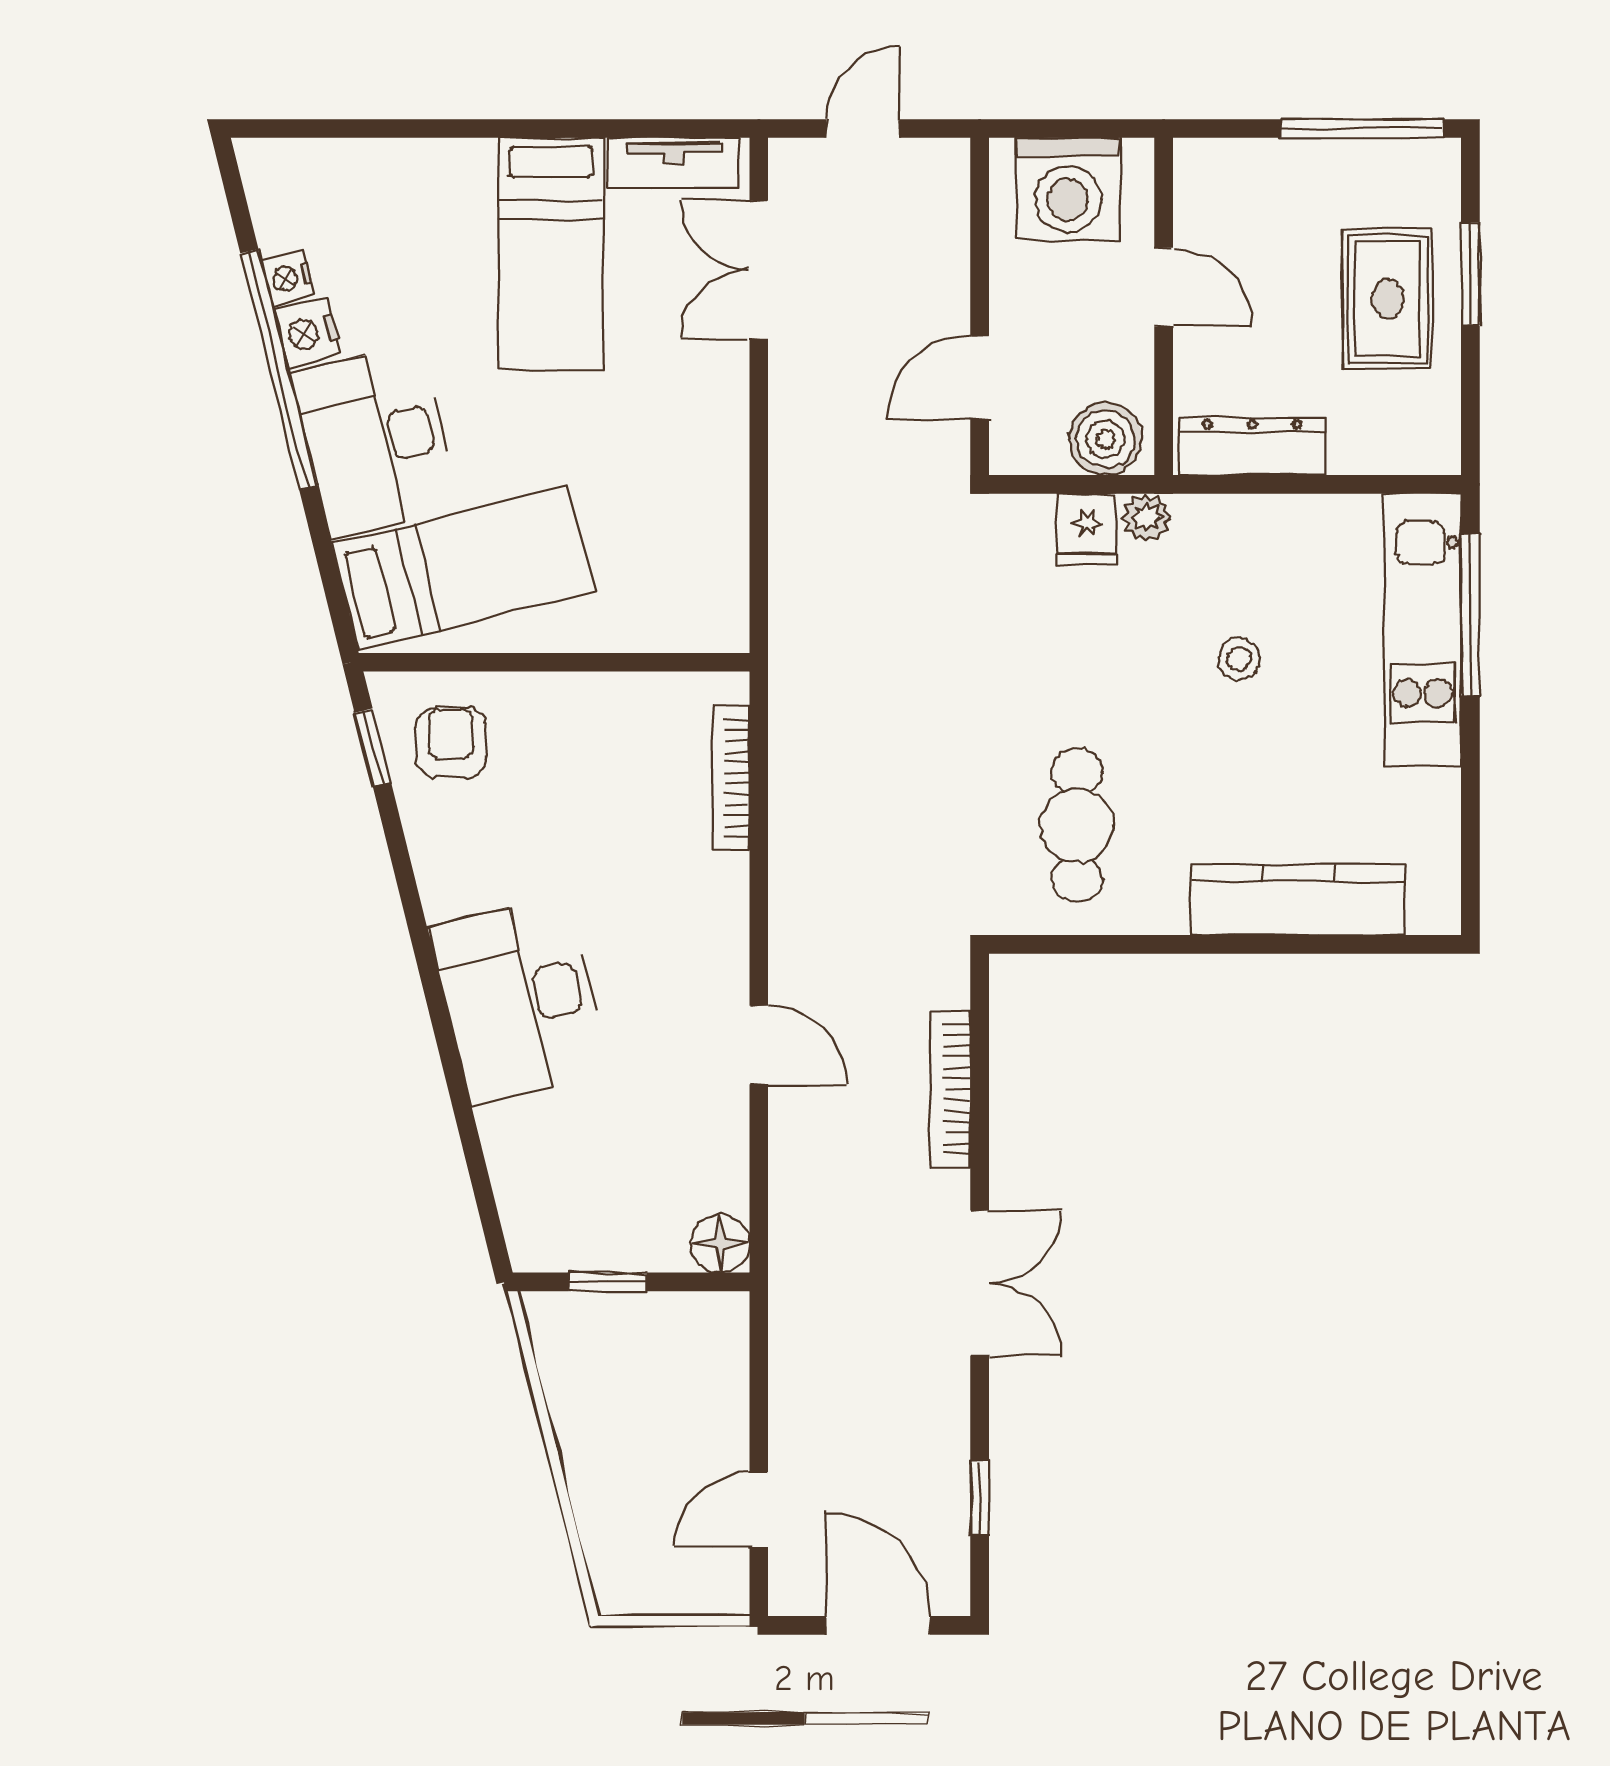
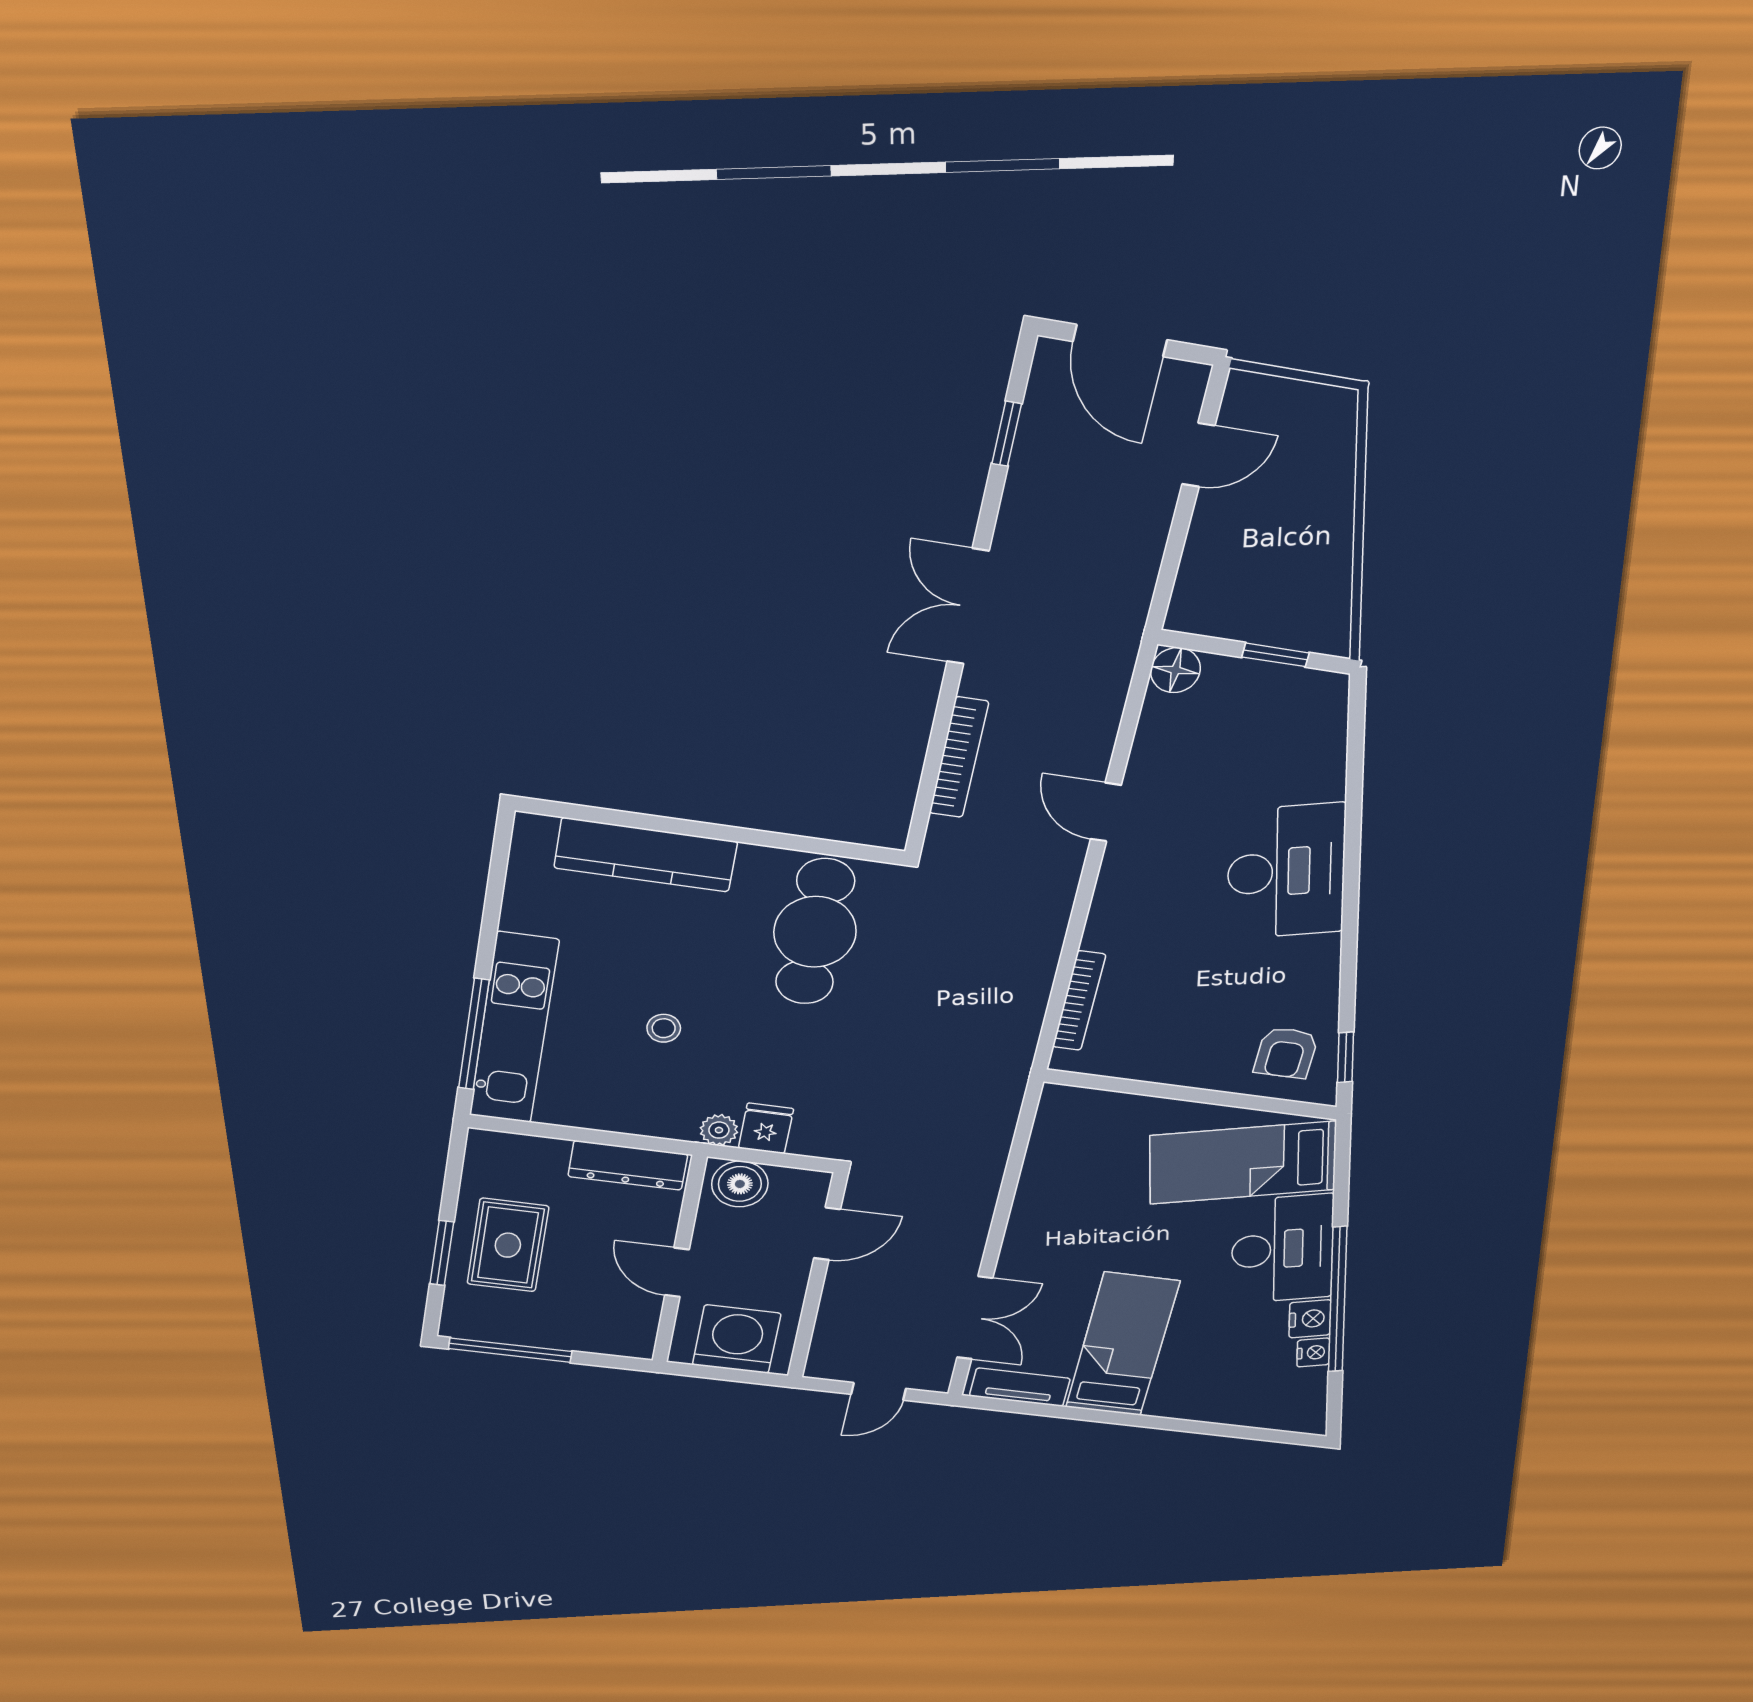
cafe table: (1077, 825) -> (815, 932), width x1.37, depth x1.35

